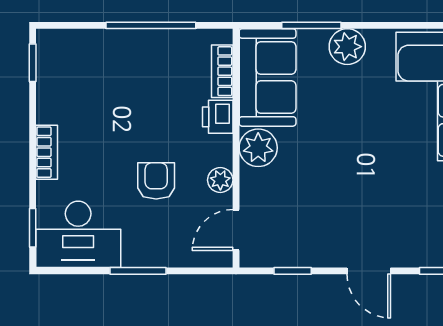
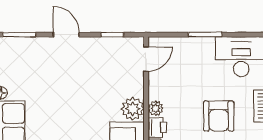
plant: (220, 180) -> (156, 108), moved
armchair: (156, 181) -> (219, 116), moved, width x1.38, depth x1.38

